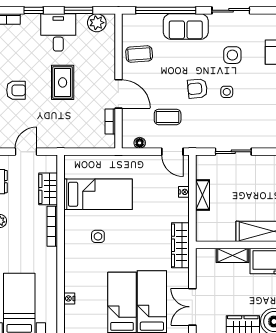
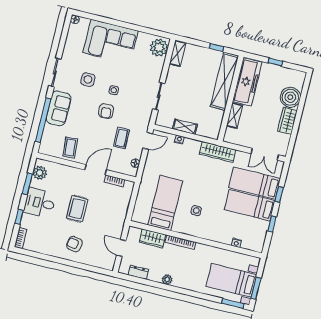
rug: (63, 82) -> (77, 209), turned 90
armchair: (16, 90) -> (75, 244), turned -80

